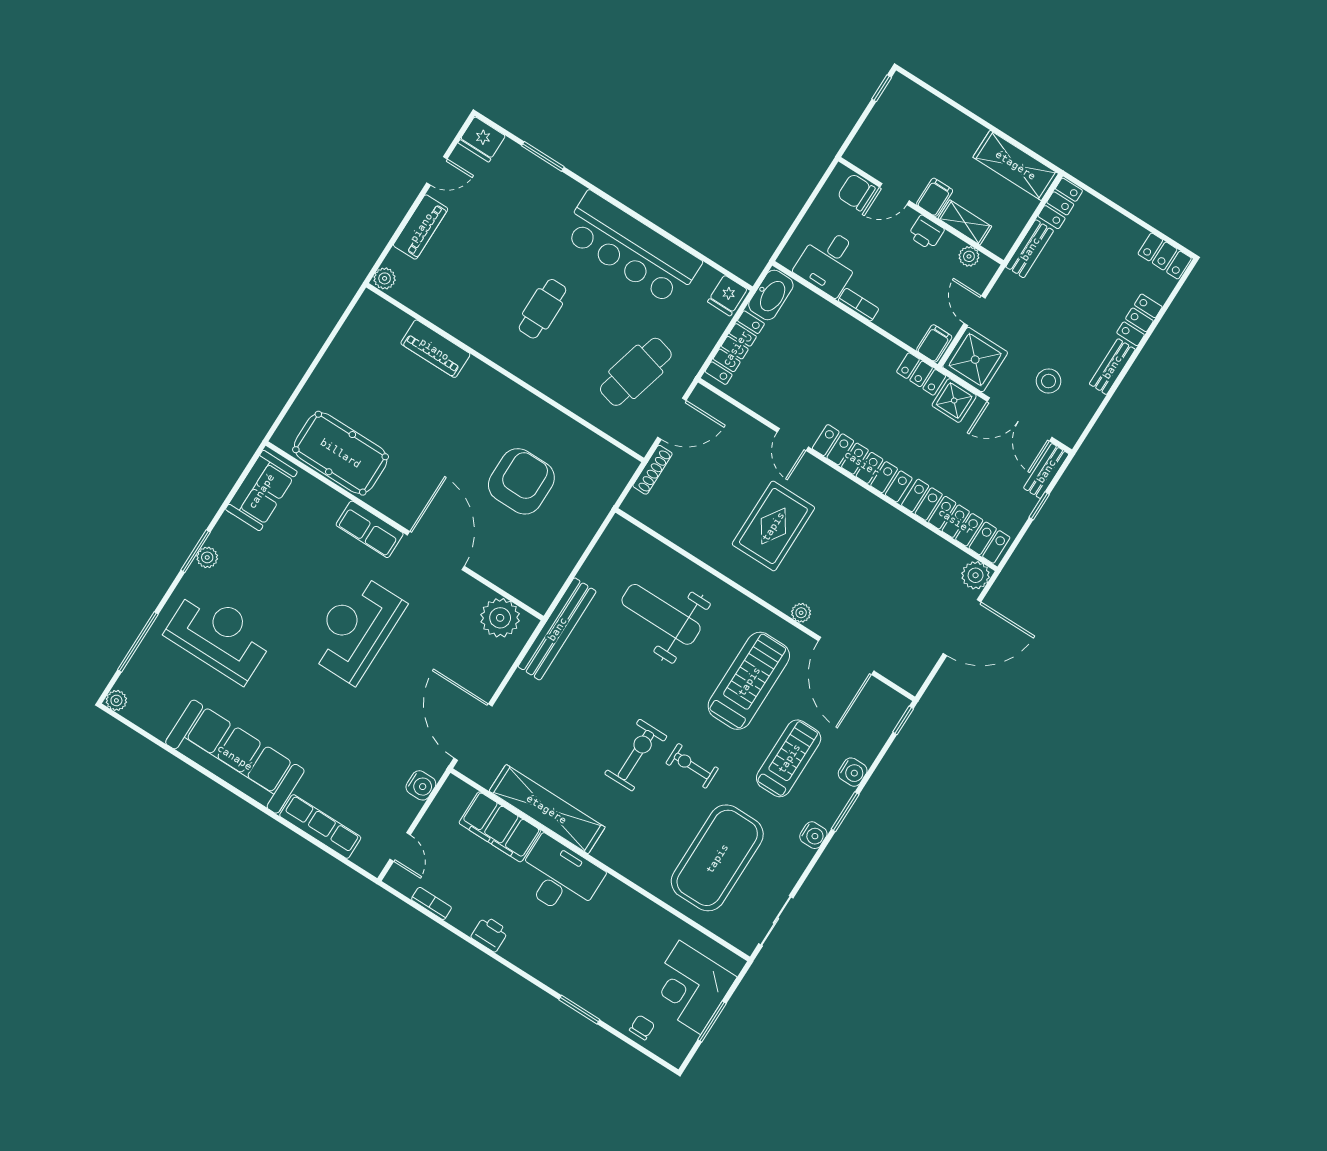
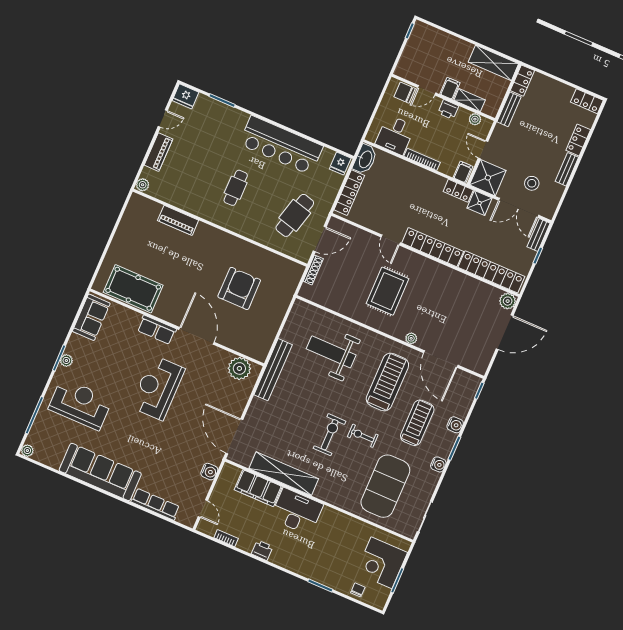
bookcase: (858, 305) -> (422, 159), width x1.56

